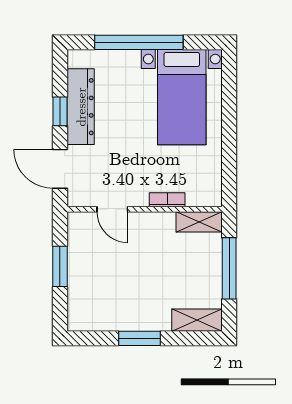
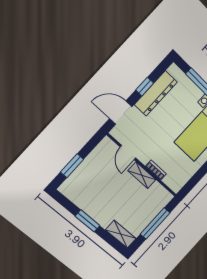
door: (60, 169) -> (121, 113), hinge flipped
shelving: (199, 222) -> (142, 175), moved
window: (60, 266) -> (72, 166), moved

